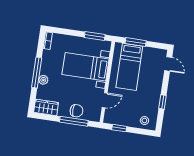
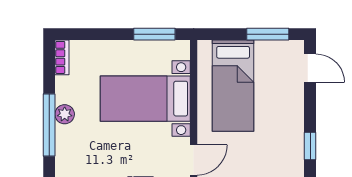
window: (136, 42) -> (268, 34), moved
plant: (43, 80) -> (65, 114), moved

